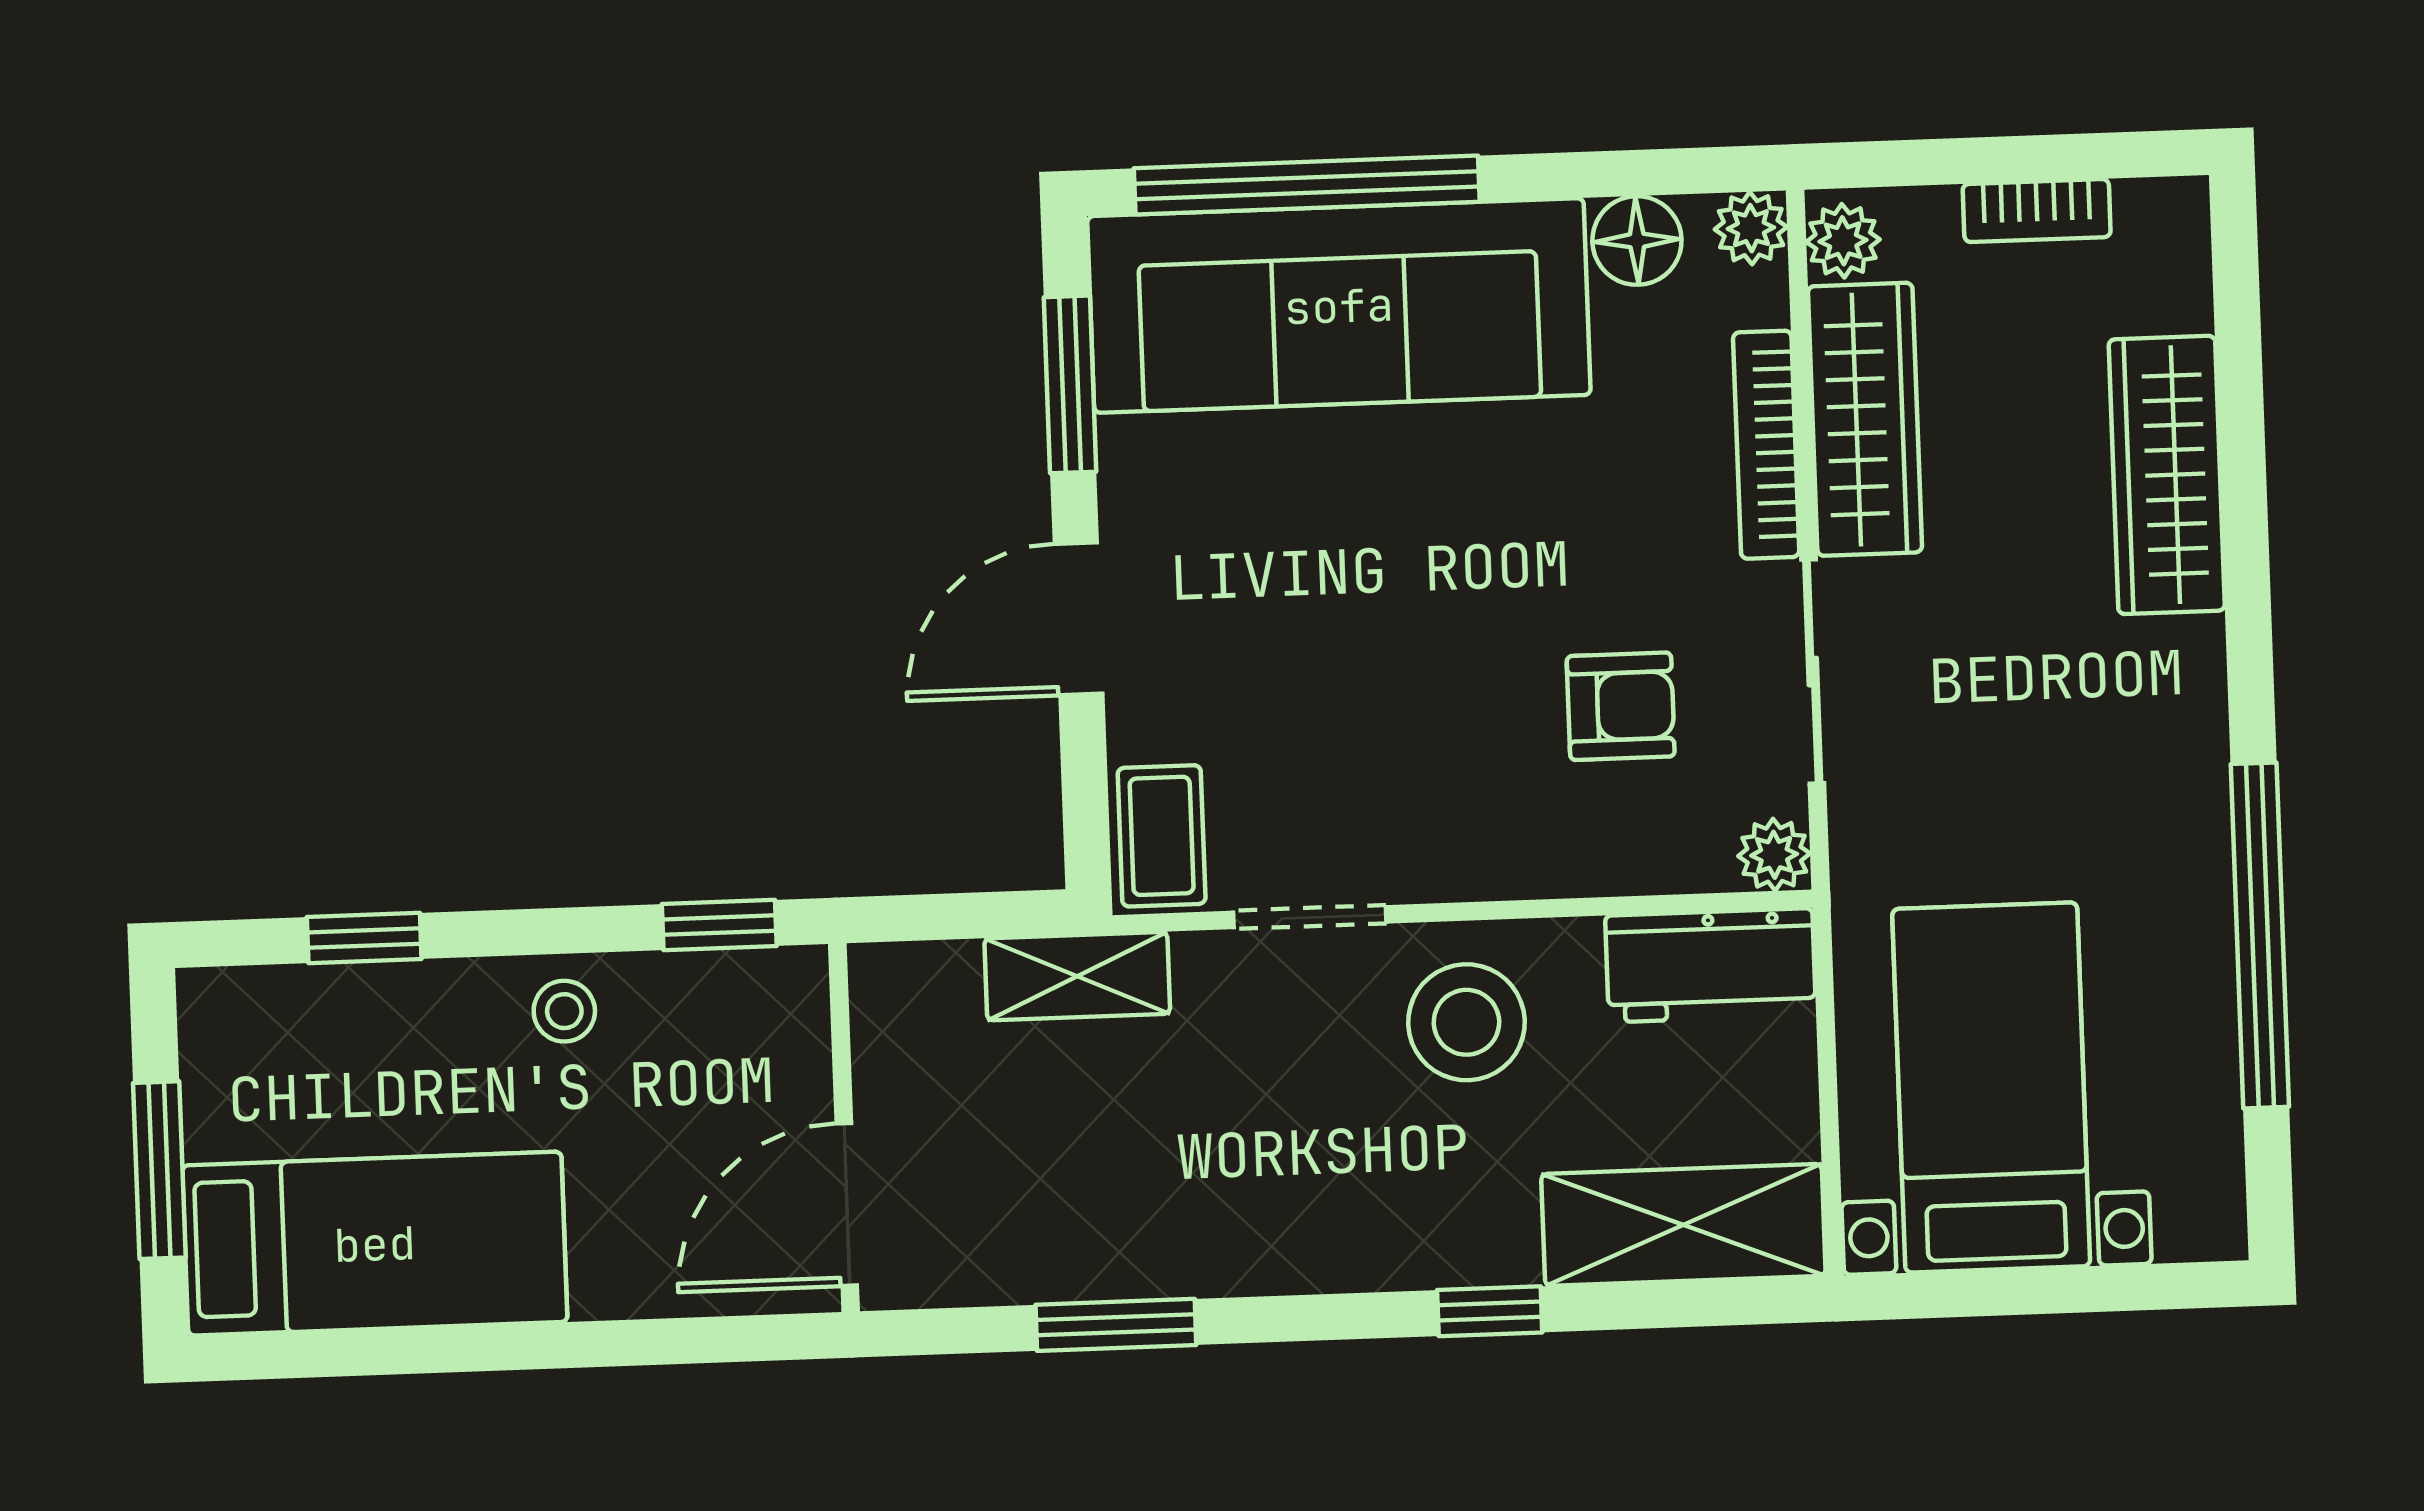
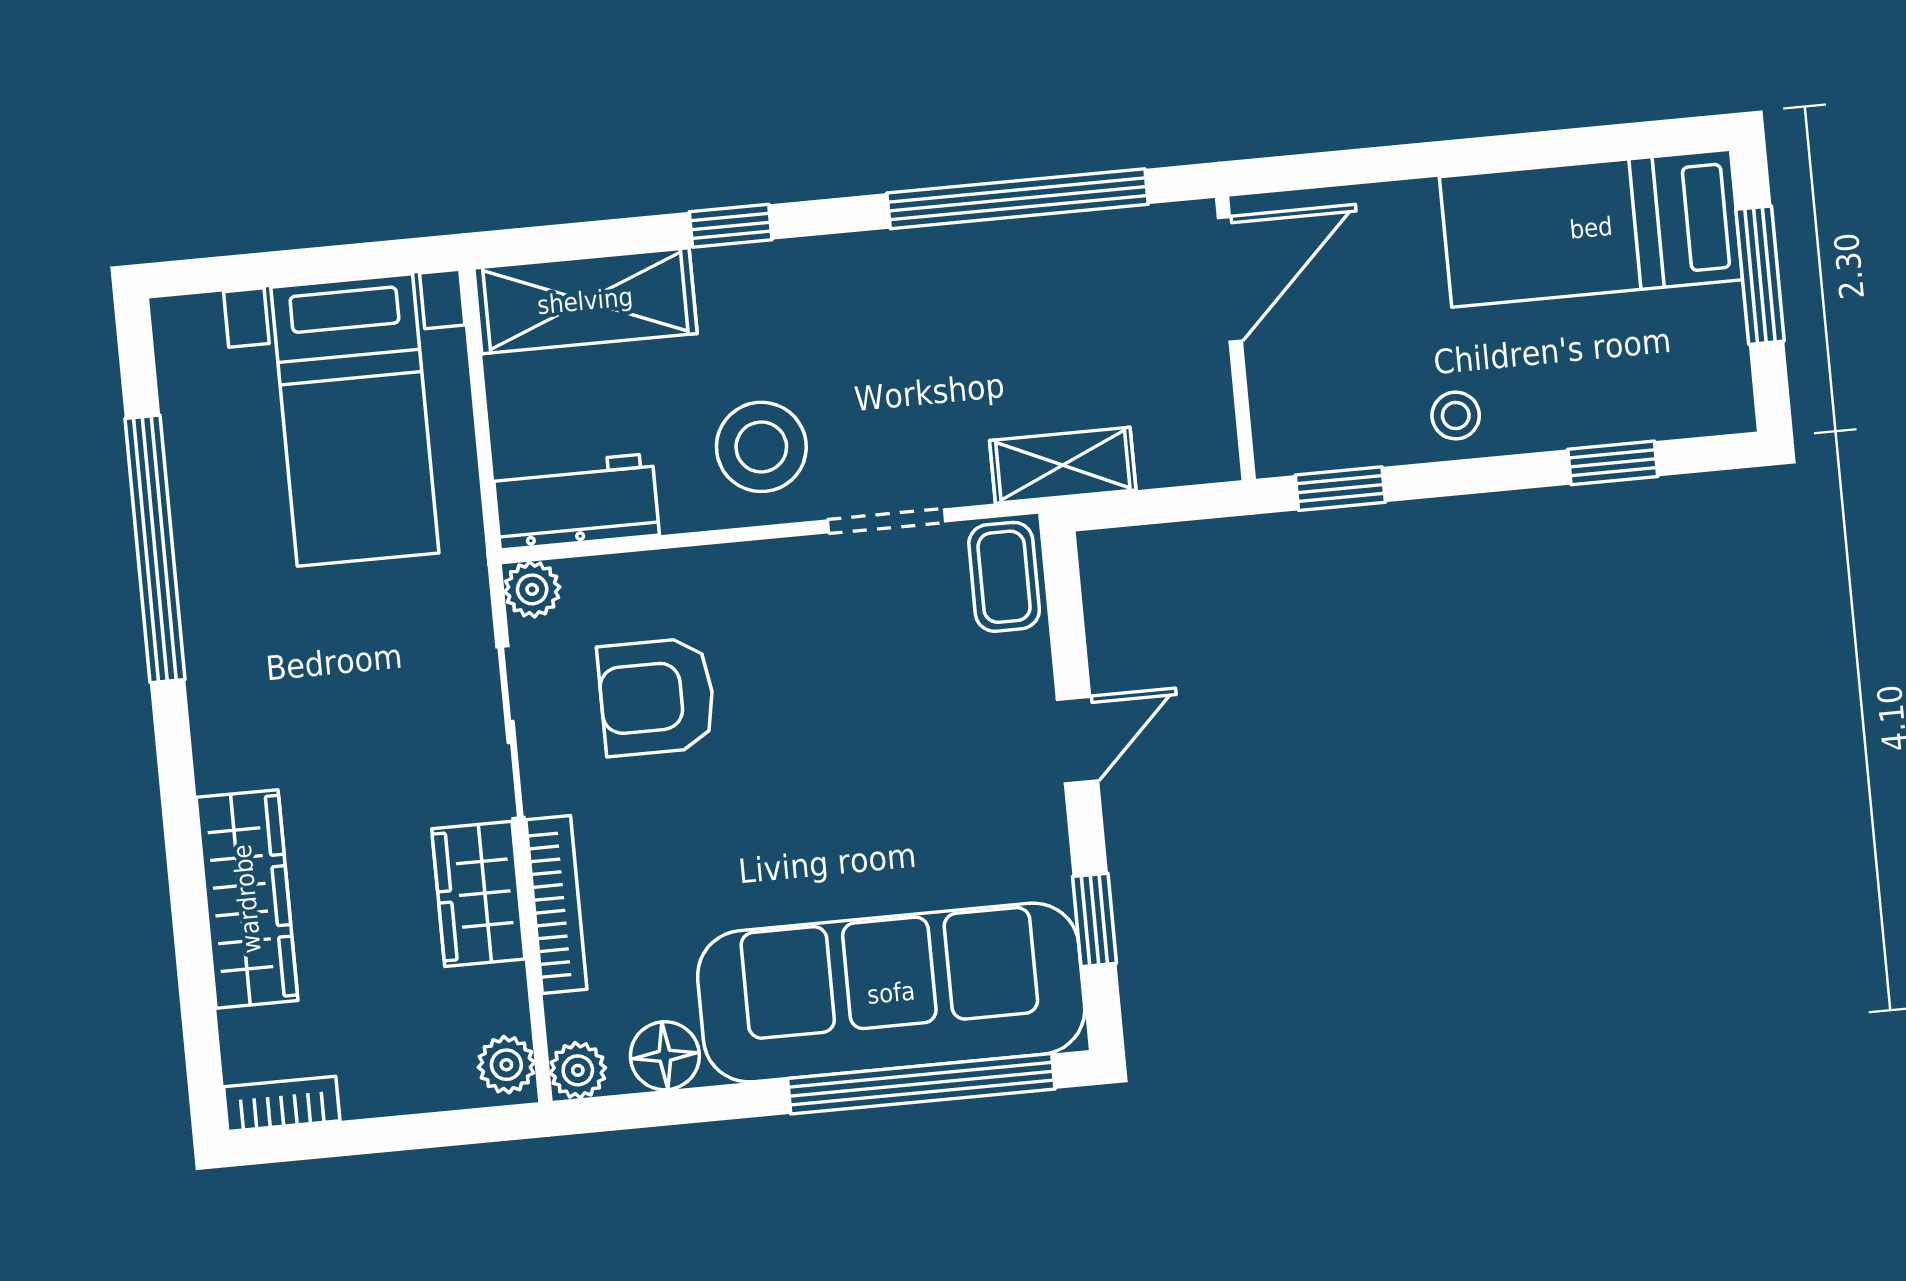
bookcase: (2037, 211) -> (282, 1104), moved
window: (1070, 384) -> (1095, 920), width x0.67
wardrobe: (1865, 419) -> (478, 894), width x0.67
door: (1079, 619) -> (1078, 740), width x0.73
armchair: (1621, 706) -> (657, 697), width x1.38, depth x1.38
window: (1116, 1325) -> (1018, 199), width x2.11

